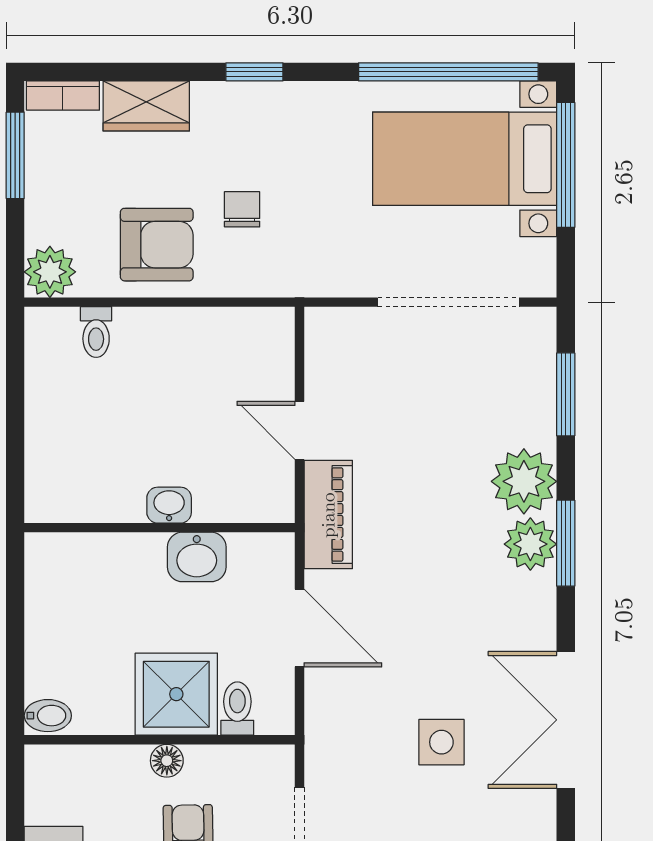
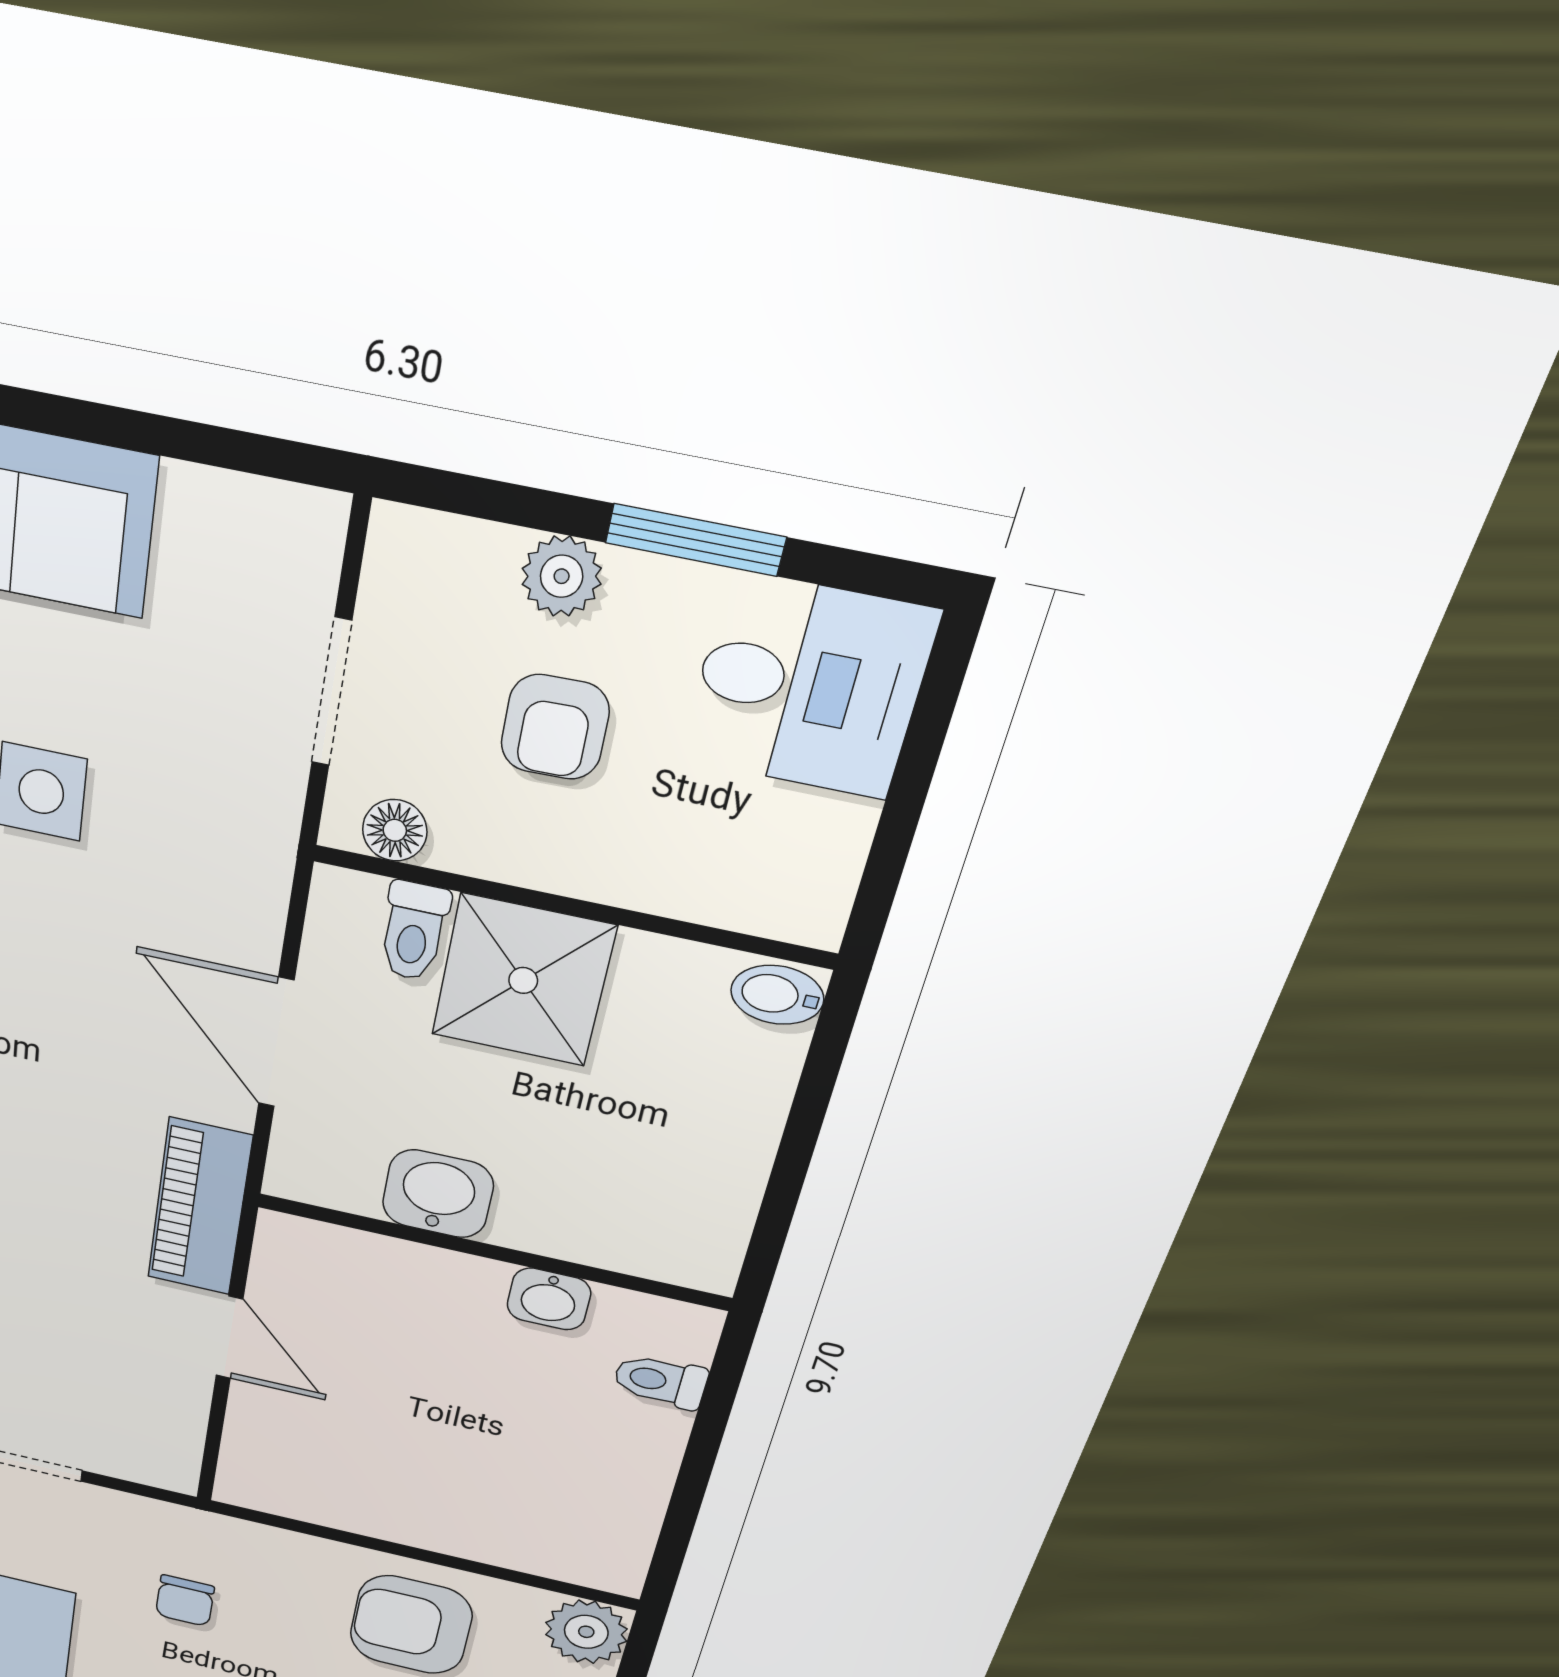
chair: (242, 209) -> (185, 1601), moved
toilet: (96, 332) -> (660, 1381), moved, turned -90
washbasin: (169, 505) -> (549, 1299), moved
floor lamp: (167, 761) -> (395, 830), moved

